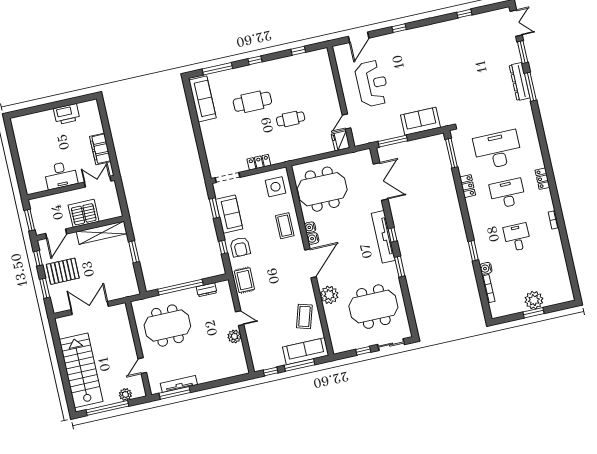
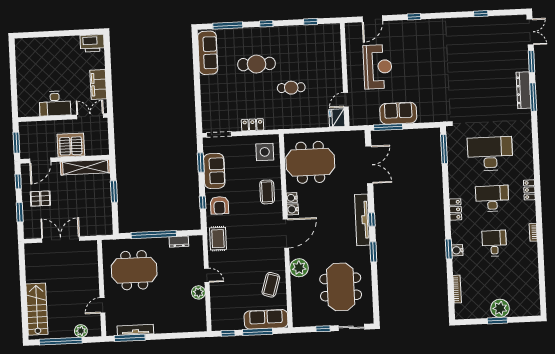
printer: (67, 114) -> (92, 43), moved
sofa: (420, 121) -> (398, 113), moved
locker: (468, 186) -> (455, 209), moved
water cooler: (486, 268) -> (457, 250), moved
pallet: (63, 271) -> (40, 199), width x0.67, depth x0.71
meeting table: (373, 307) -> (341, 287), turned 90
stairs: (81, 370) -> (37, 309), width x0.73, depth x0.66

